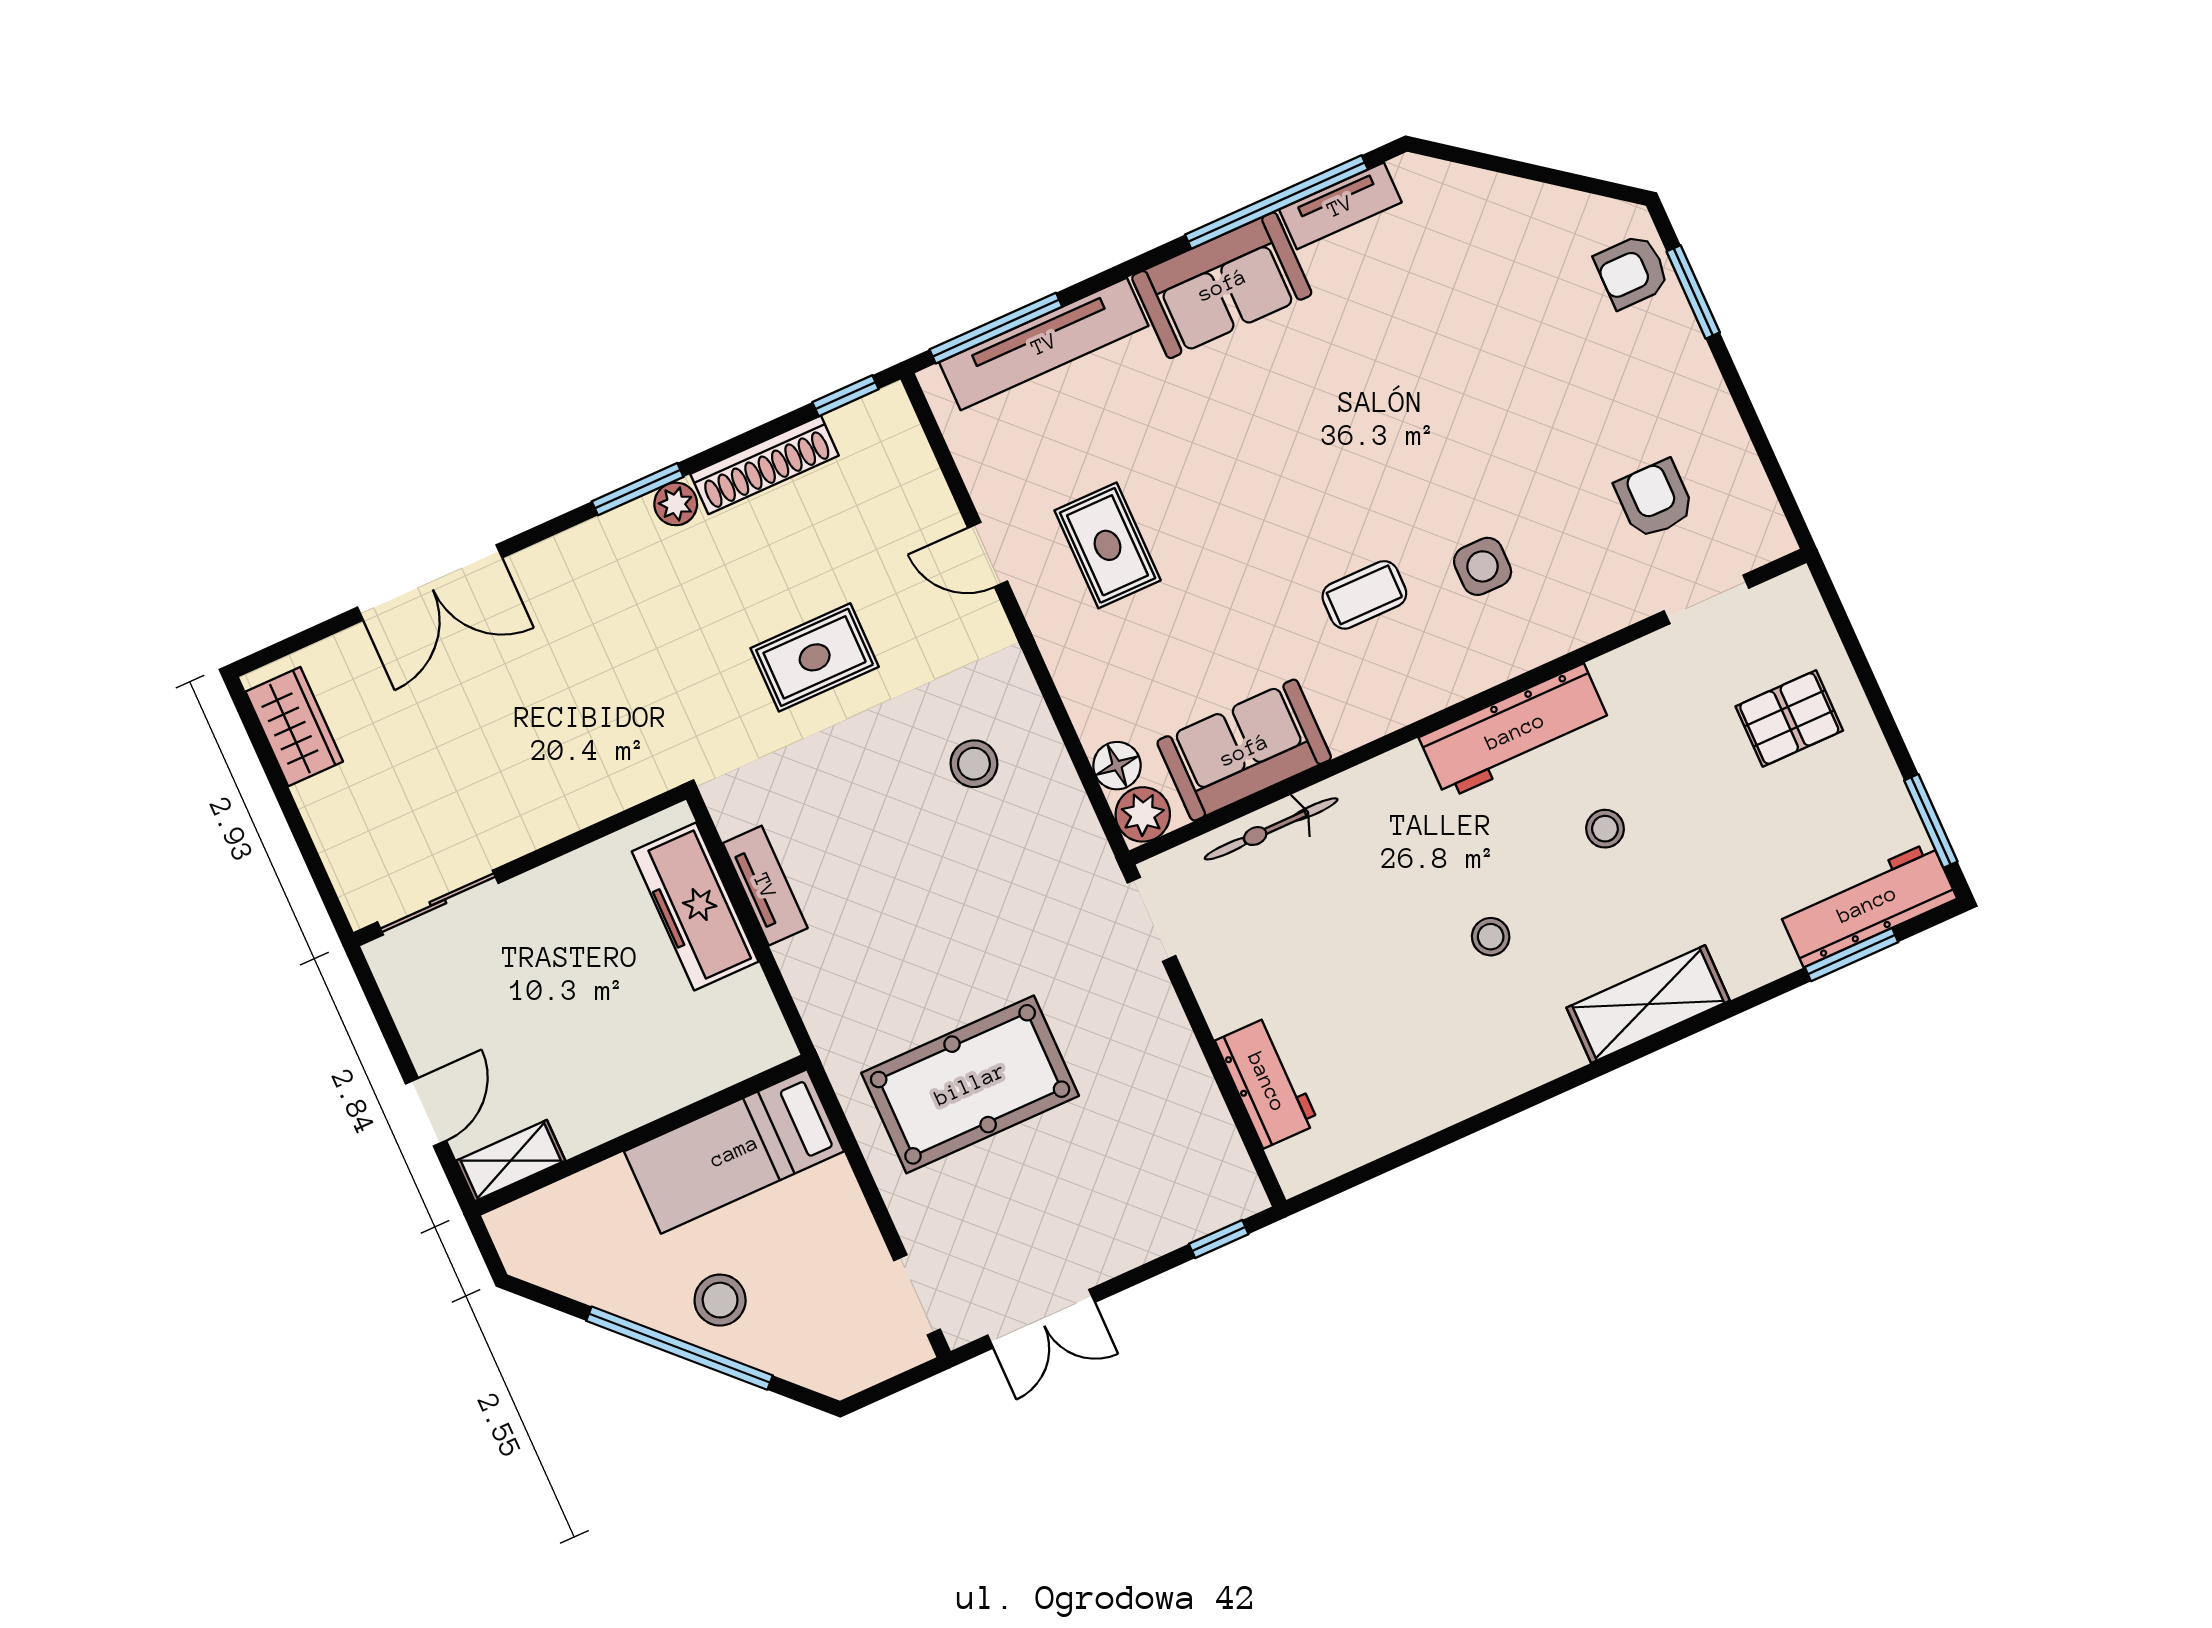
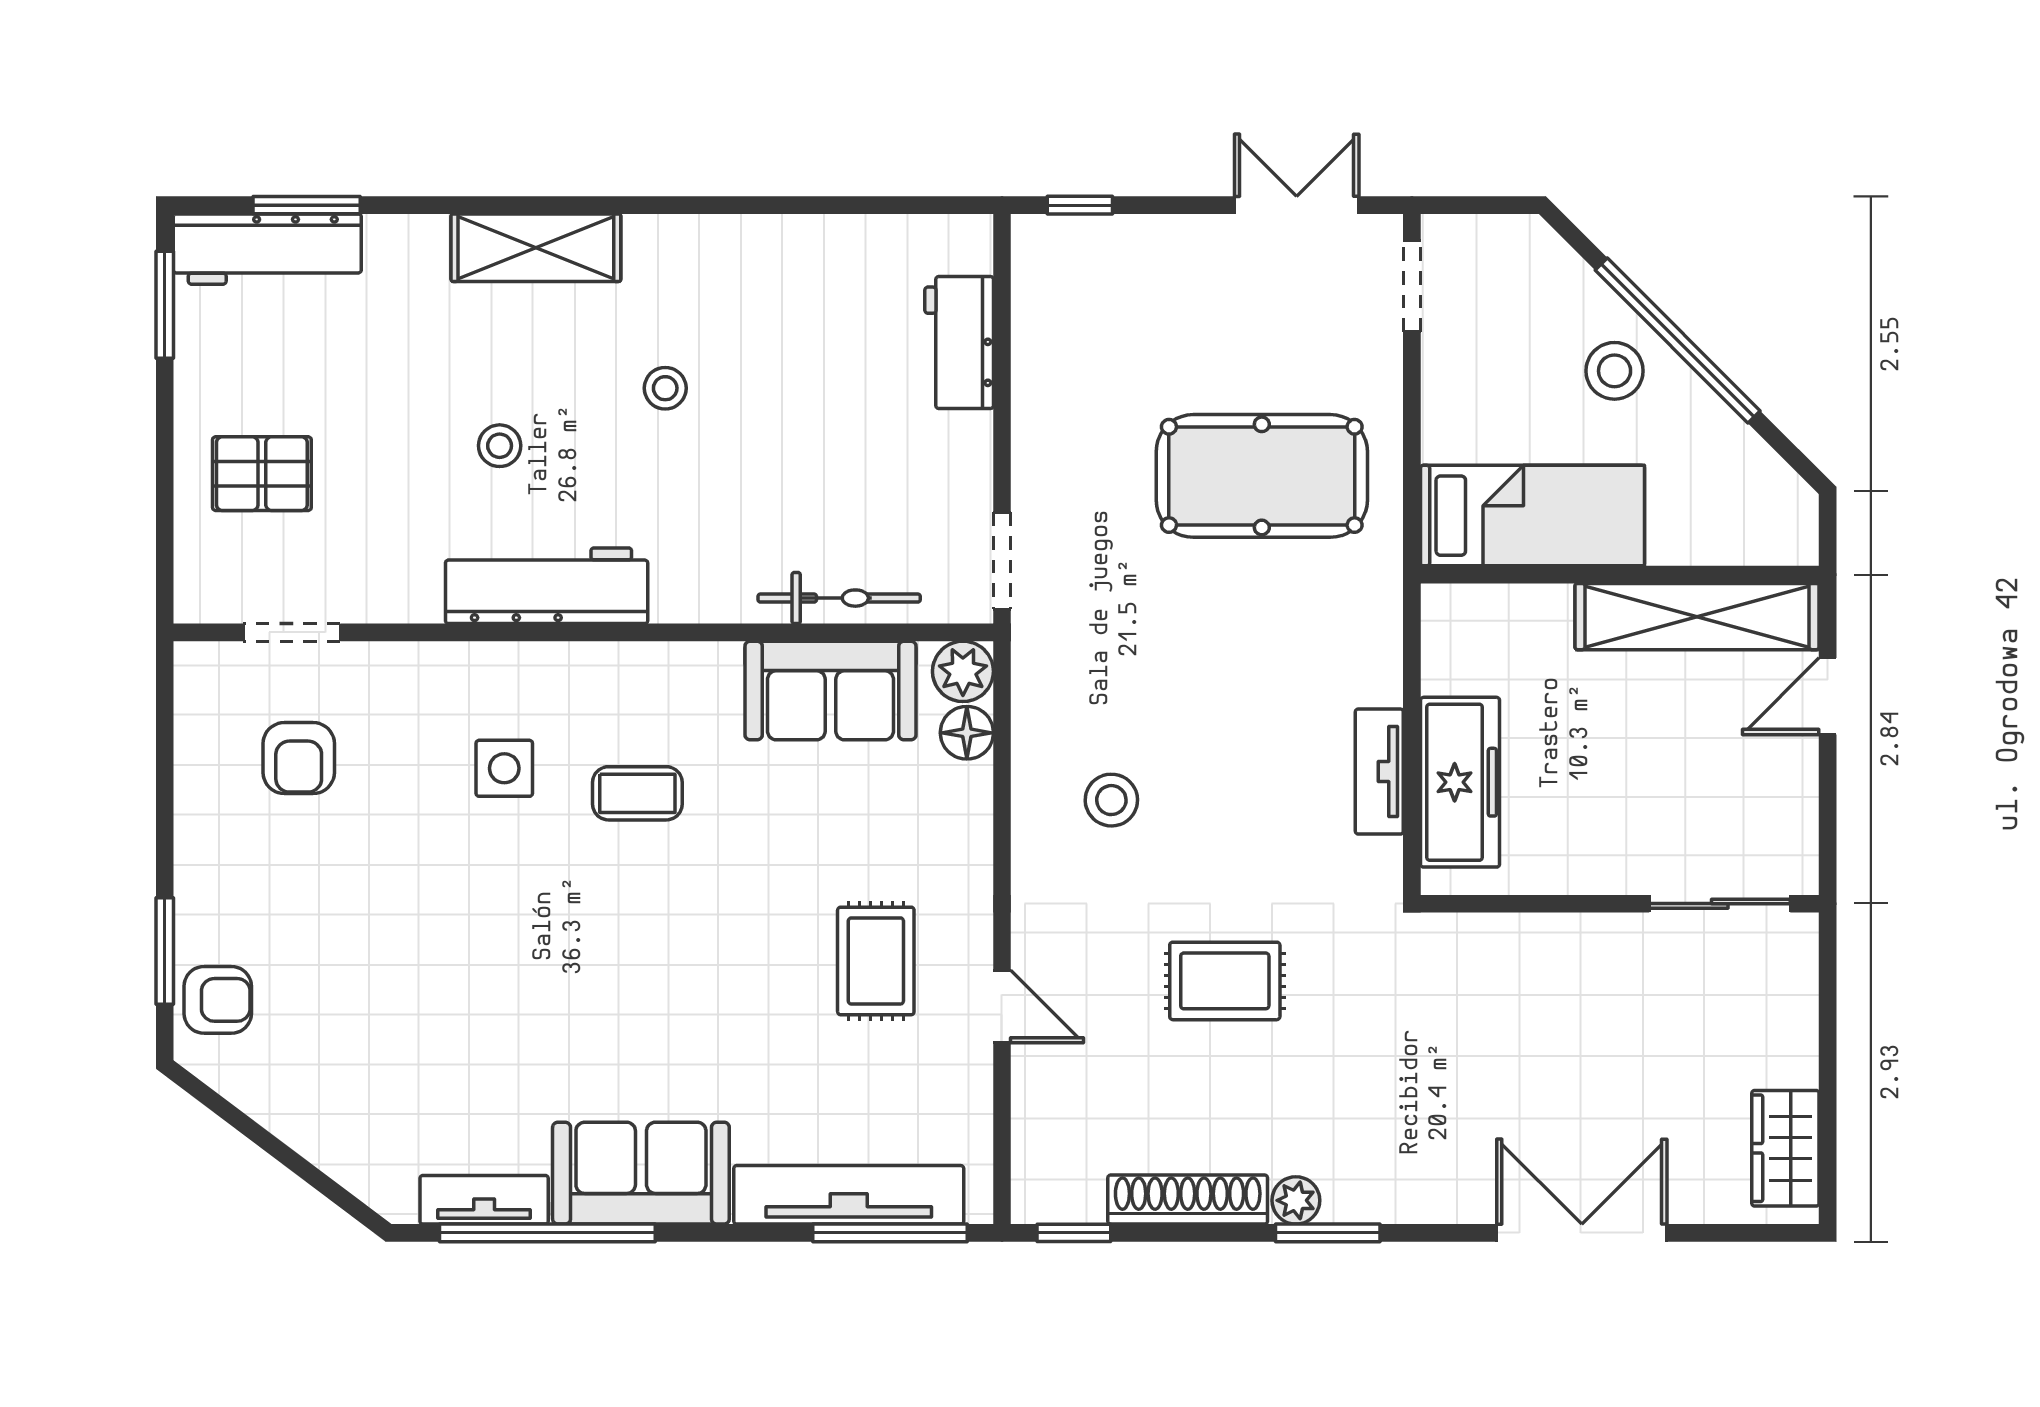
shelving: (511, 1161) -> (1697, 617), width x2.20, depth x1.33

